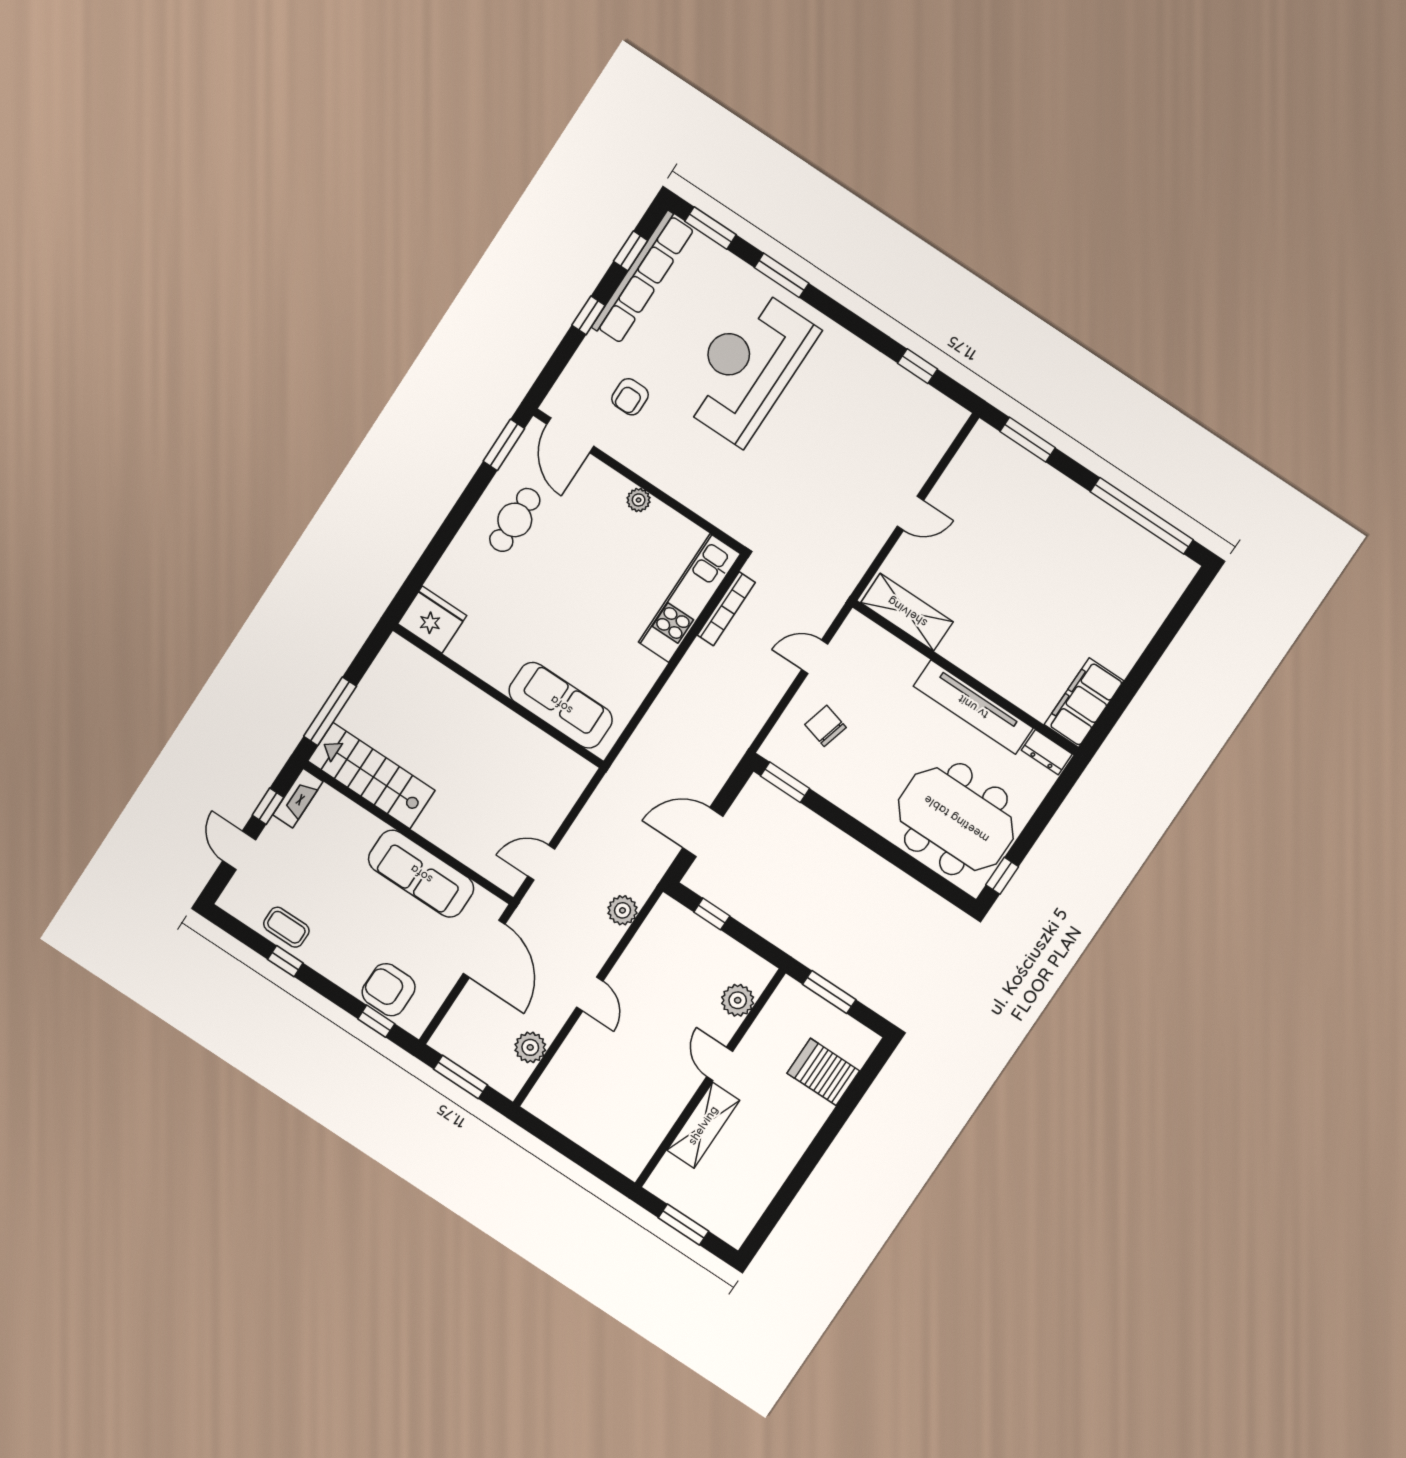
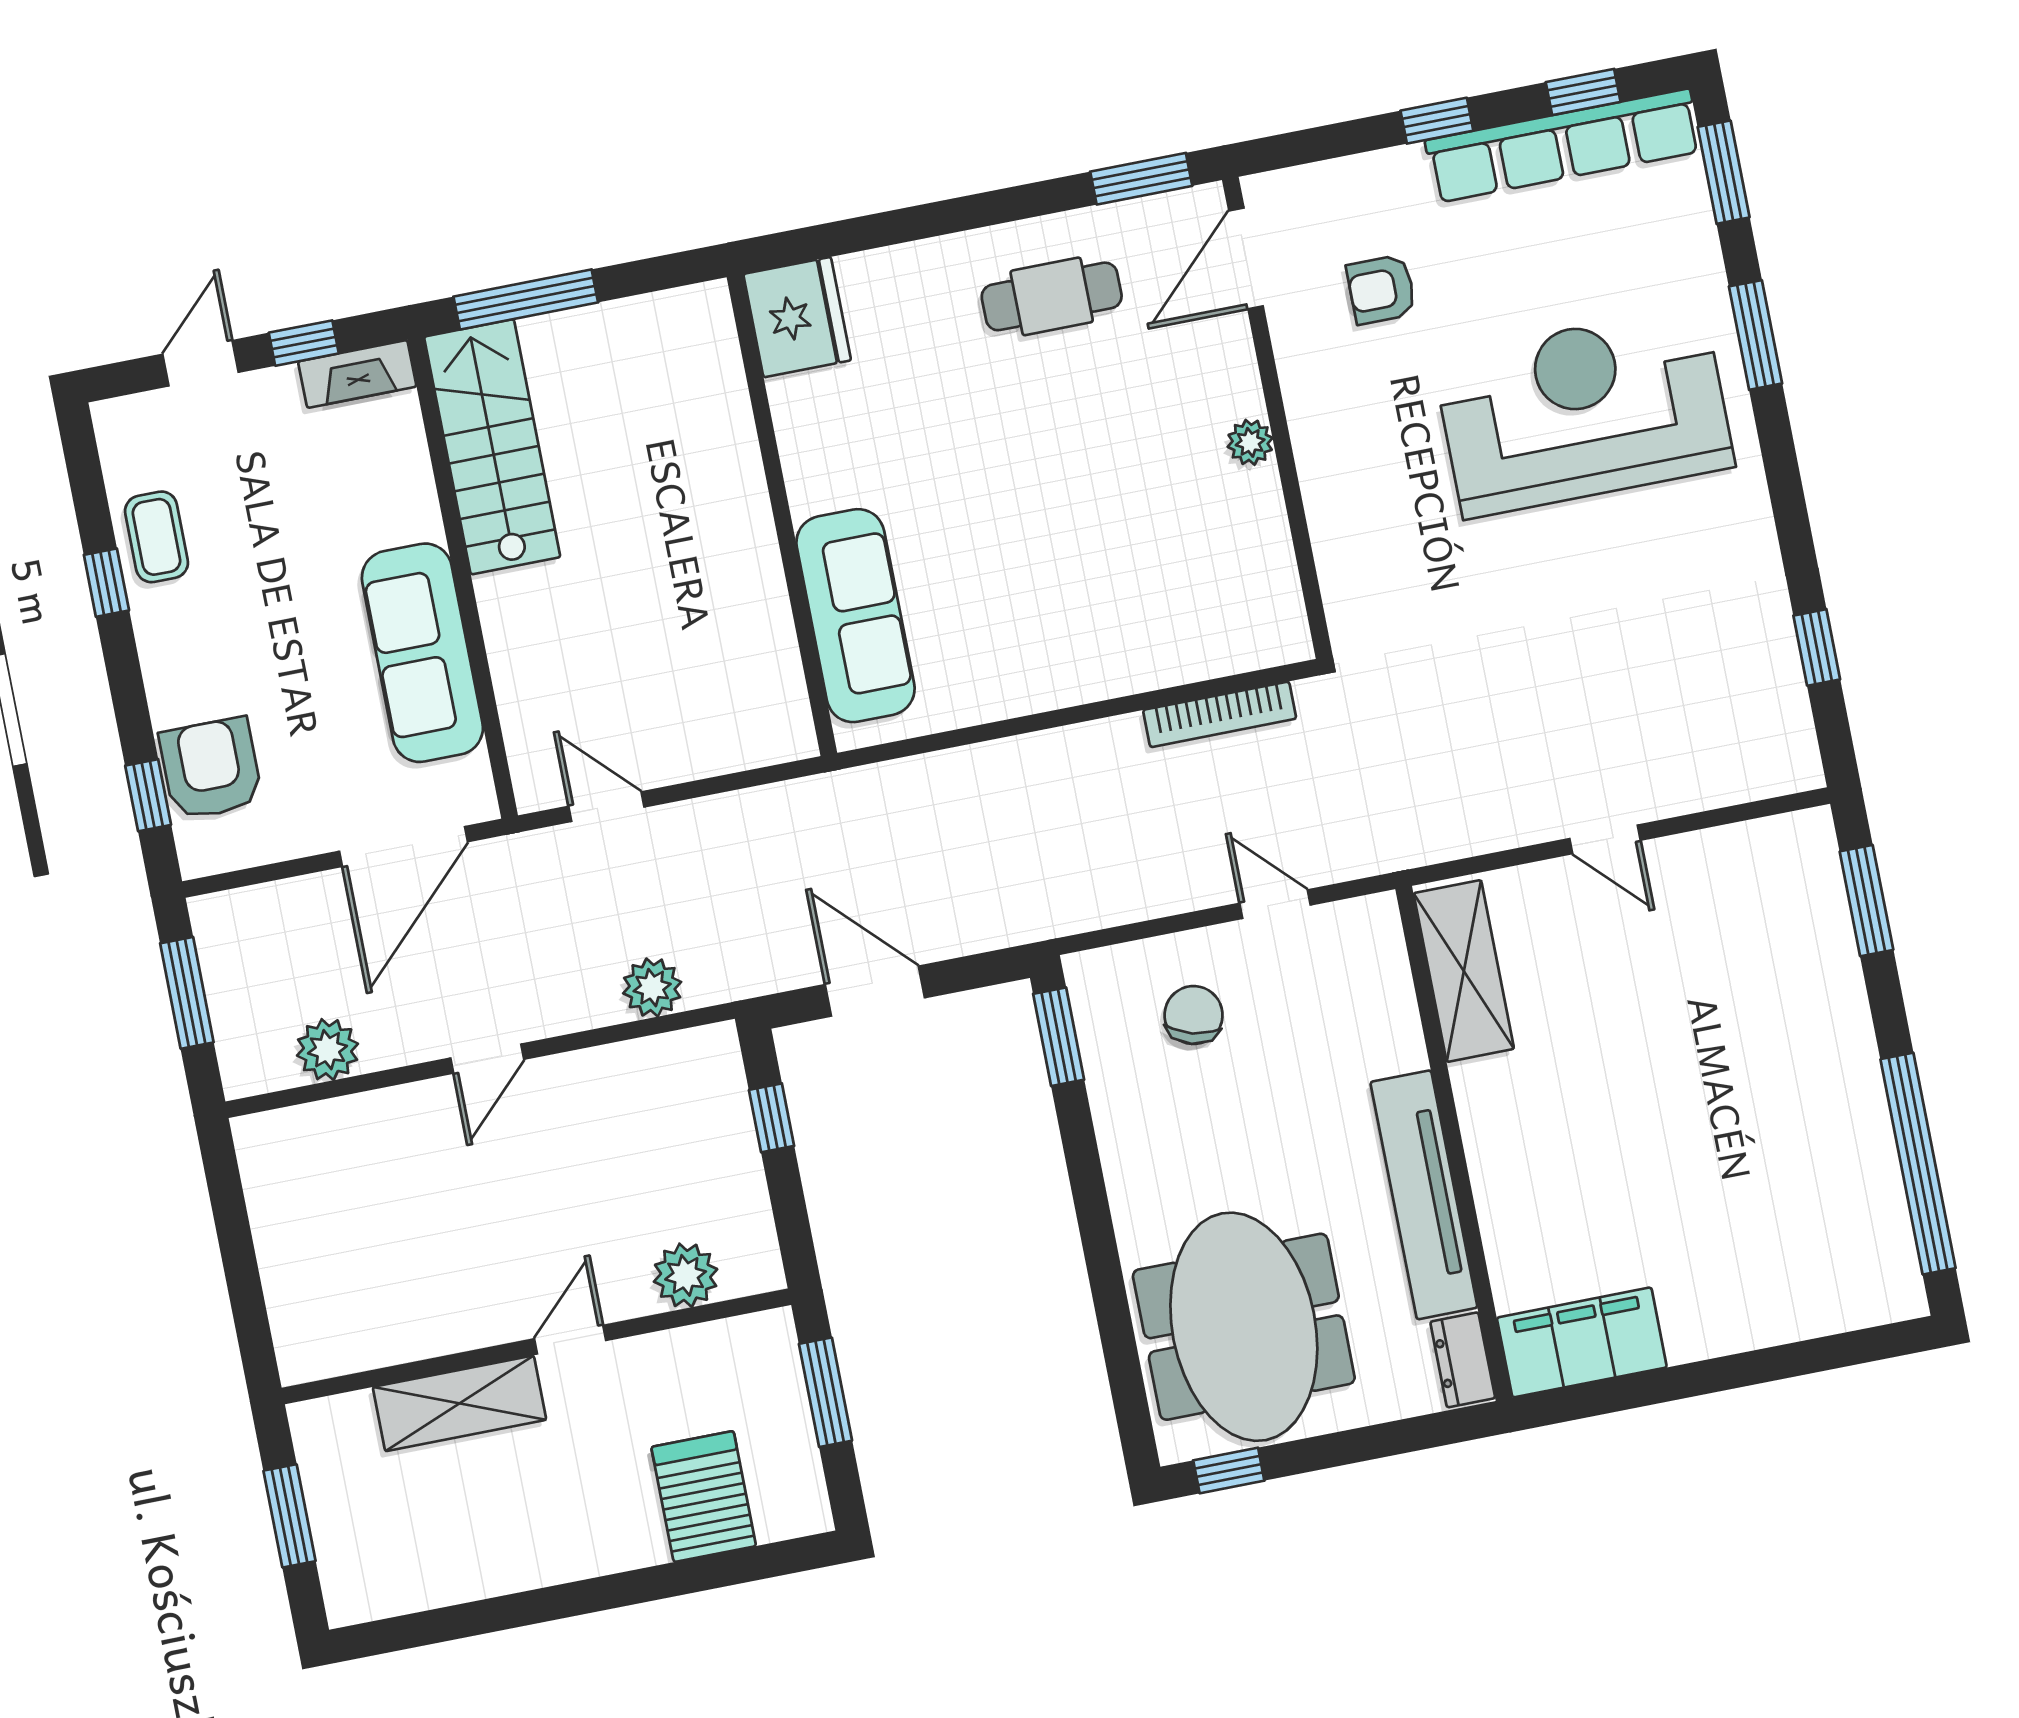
kitchen unit: (689, 598) -> (1184, 648), removed

